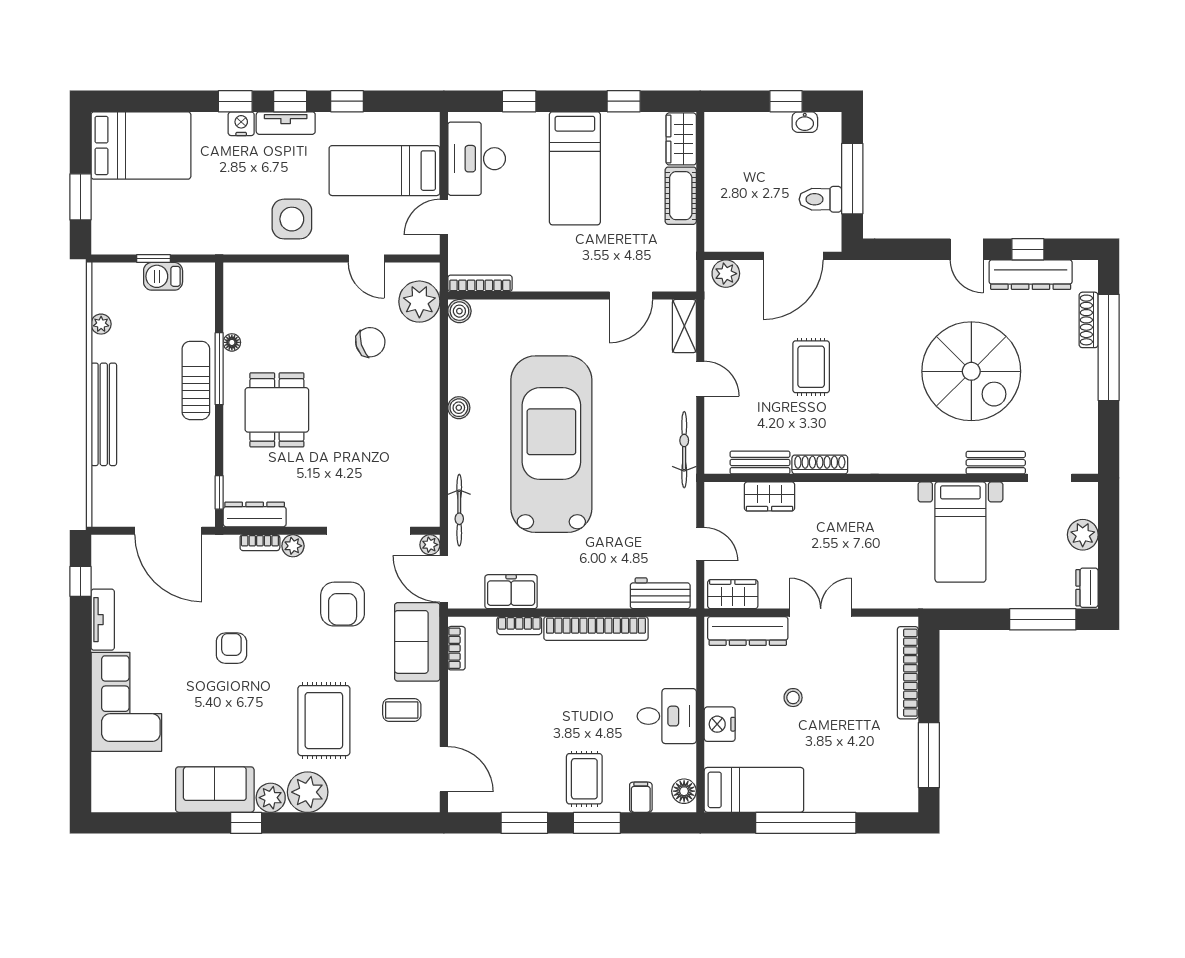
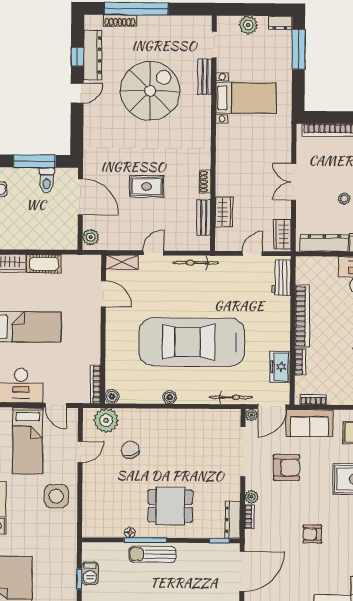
shoe rack: (820, 464) -> (205, 182), width x0.70
dresser: (748, 631) -> (324, 243), moved, turned -90

